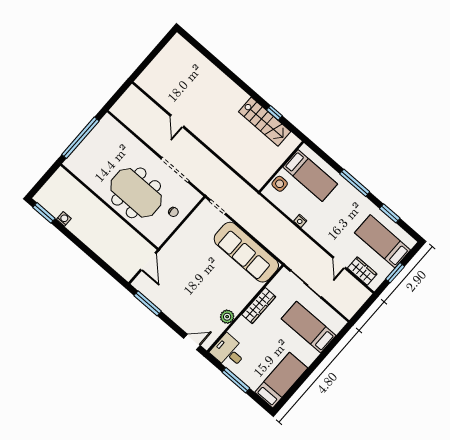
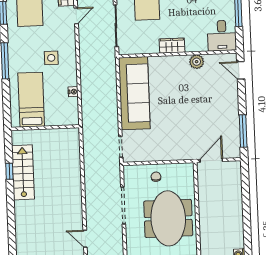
door: (177, 121) -> (85, 239), swing flipped
side table: (280, 184) -> (51, 58), moved
nightstand: (300, 221) -> (73, 92), moved
wardrobe: (259, 306) -> (172, 46), width x0.67

